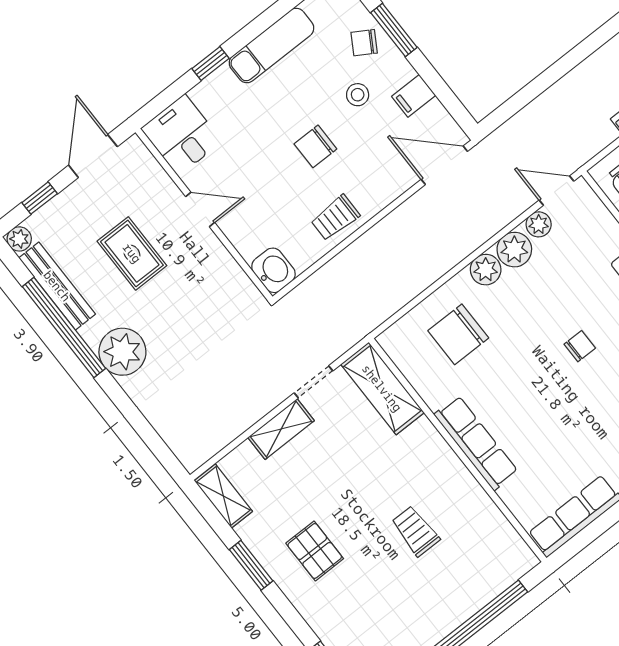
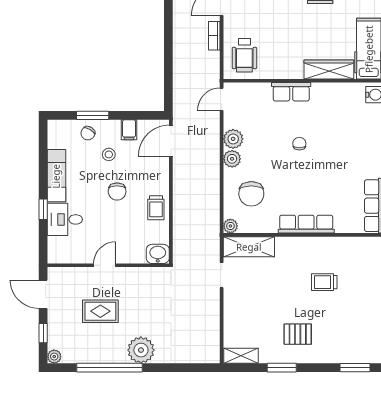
desk: (182, 135) -> (65, 219), moved
plant: (539, 224) -> (230, 226), moved
bench: (57, 286) -> (89, 356), removed
shelving: (281, 429) -> (231, 306), removed

